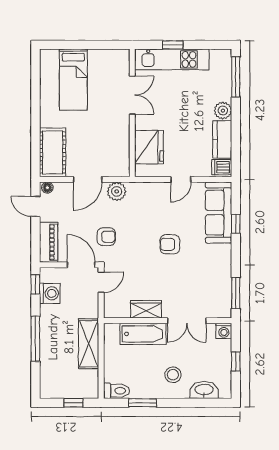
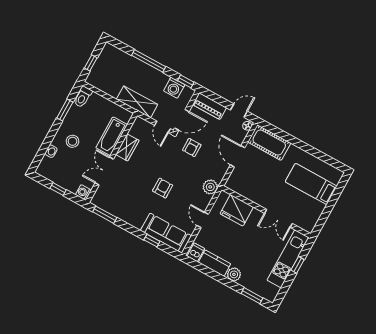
window: (236, 77) -> (252, 296), width x0.69
plant: (117, 191) -> (210, 187), moved
shelving: (89, 344) -> (137, 102), moved
washbasin: (204, 390) -> (51, 151), width x0.52, depth x0.69

